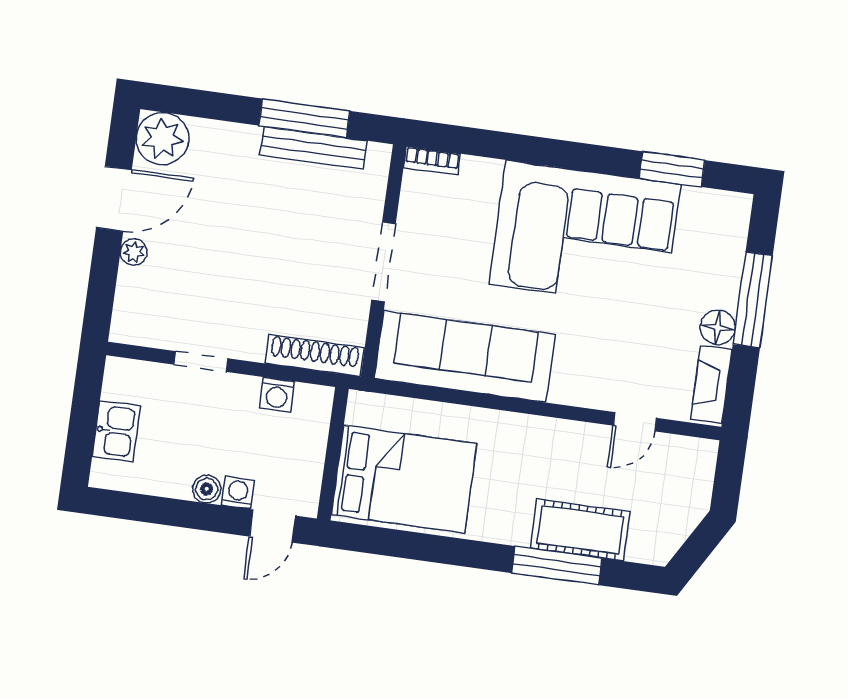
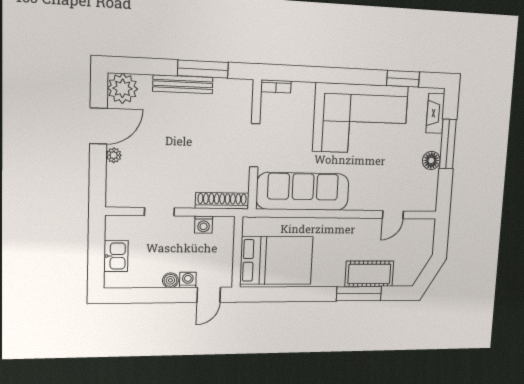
bench: (313, 148) -> (183, 84), moved
fireplace: (711, 384) -> (435, 113), moved

